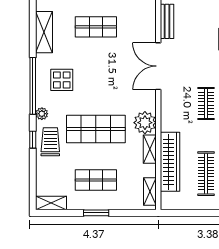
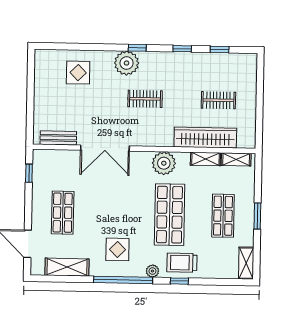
shelving: (150, 149) -> (205, 159), moved
clothes rail: (206, 174) -> (218, 100), width x0.73

